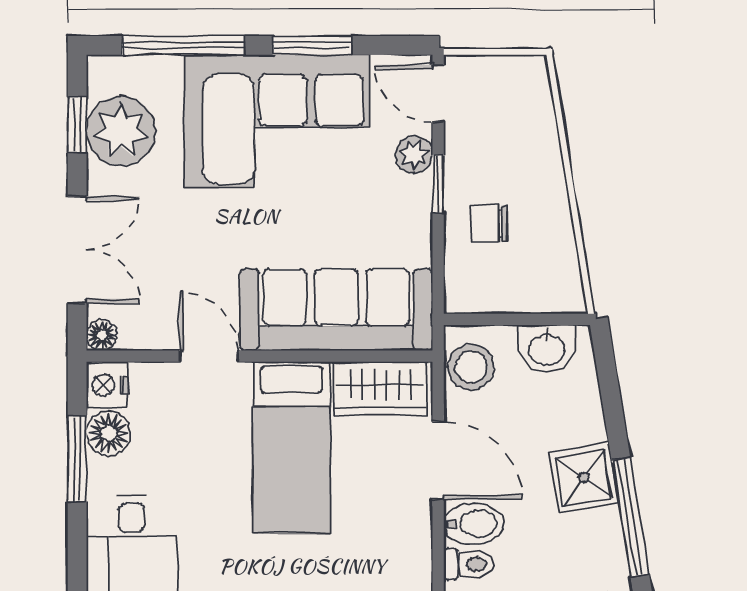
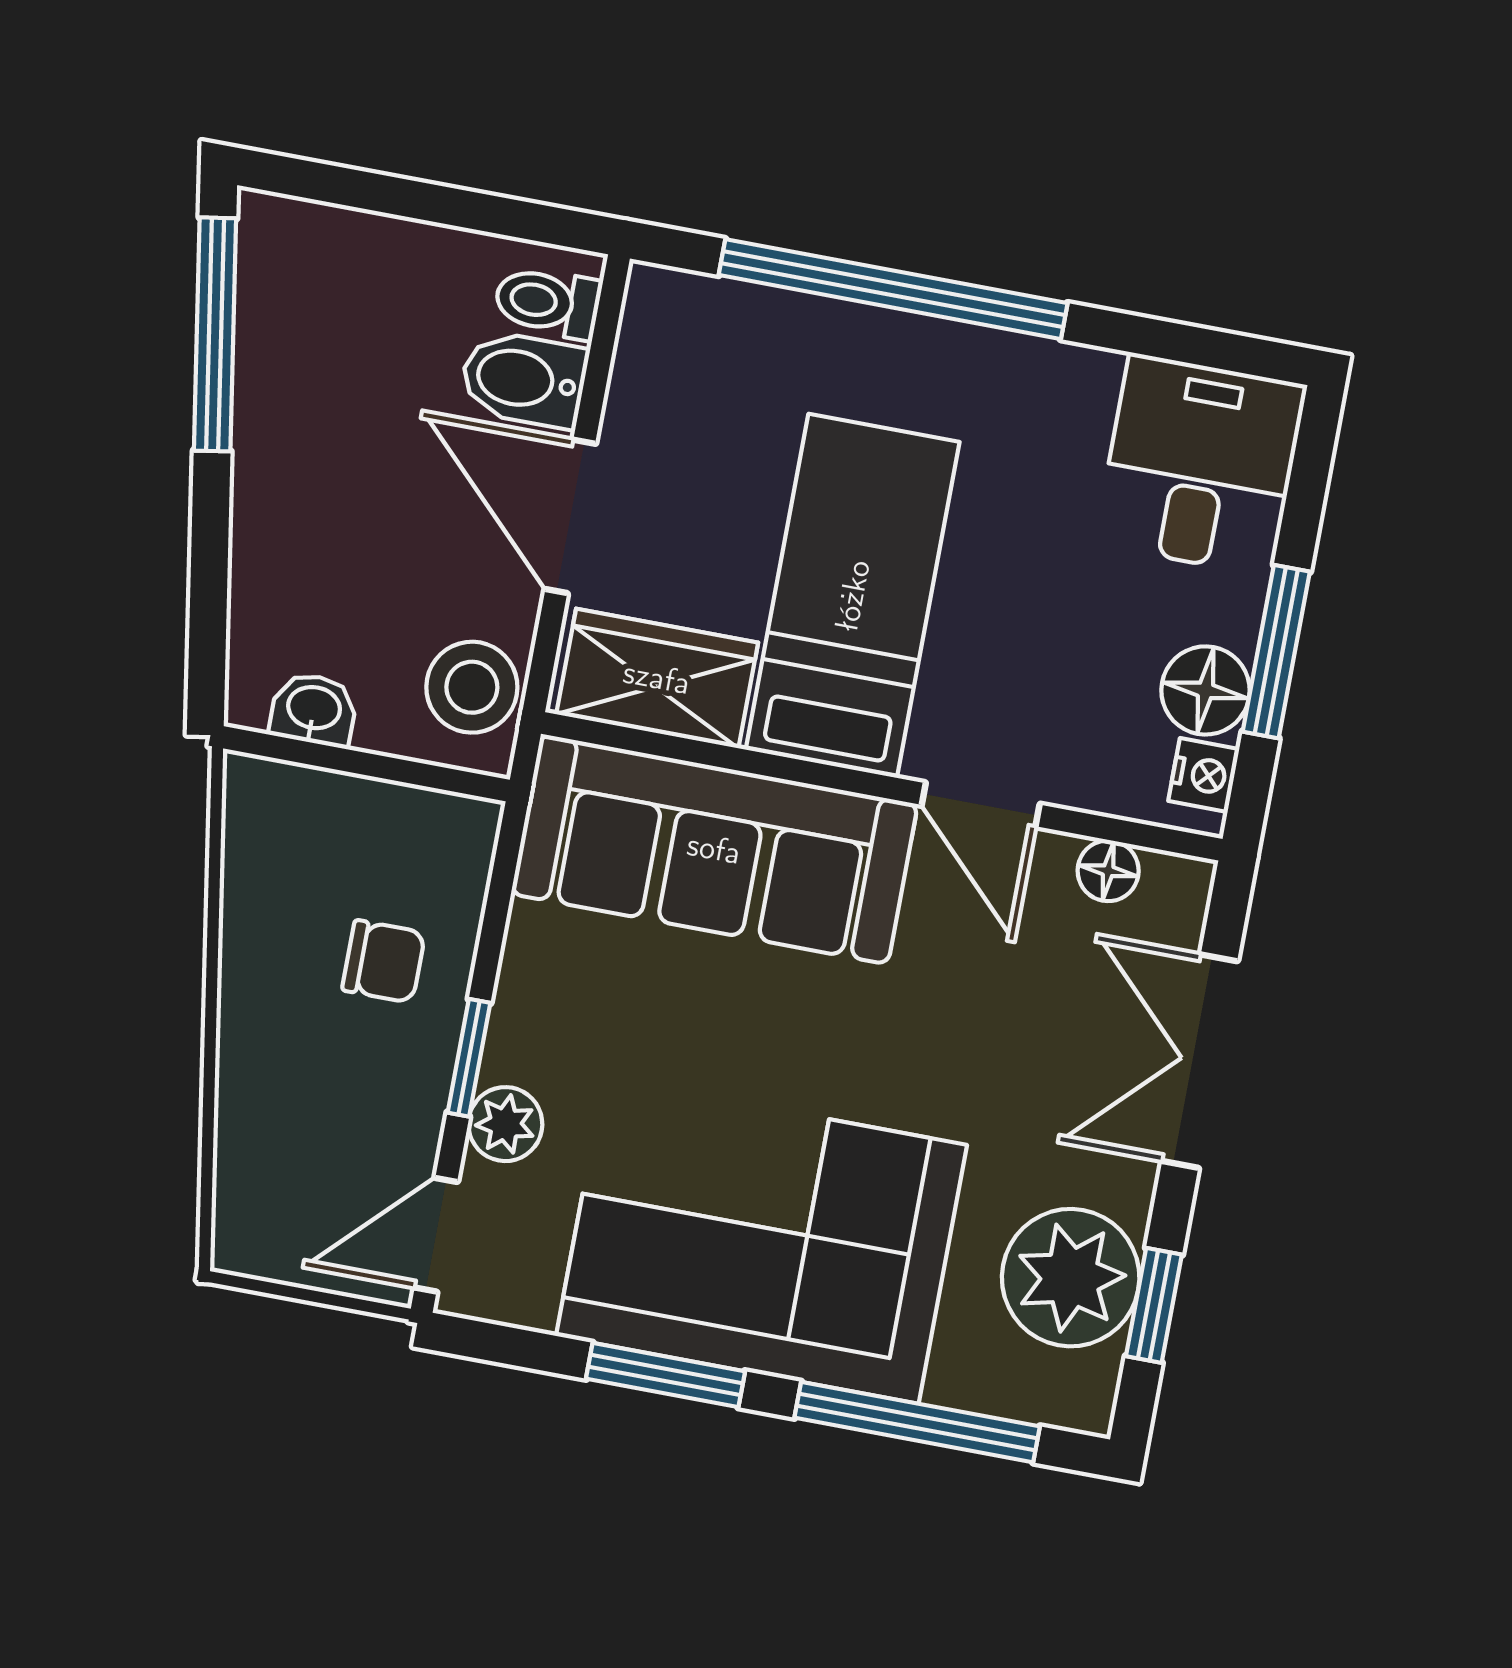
door: (438, 93) -> (436, 1235), swing flipped
floor lamp: (102, 335) -> (1108, 871), moved
washbasin: (547, 349) -> (314, 710), width x0.72, depth x0.69
nightstand: (107, 385) -> (1204, 775), width x0.72, depth x0.74
shower: (584, 478) -> (292, 429), removed

